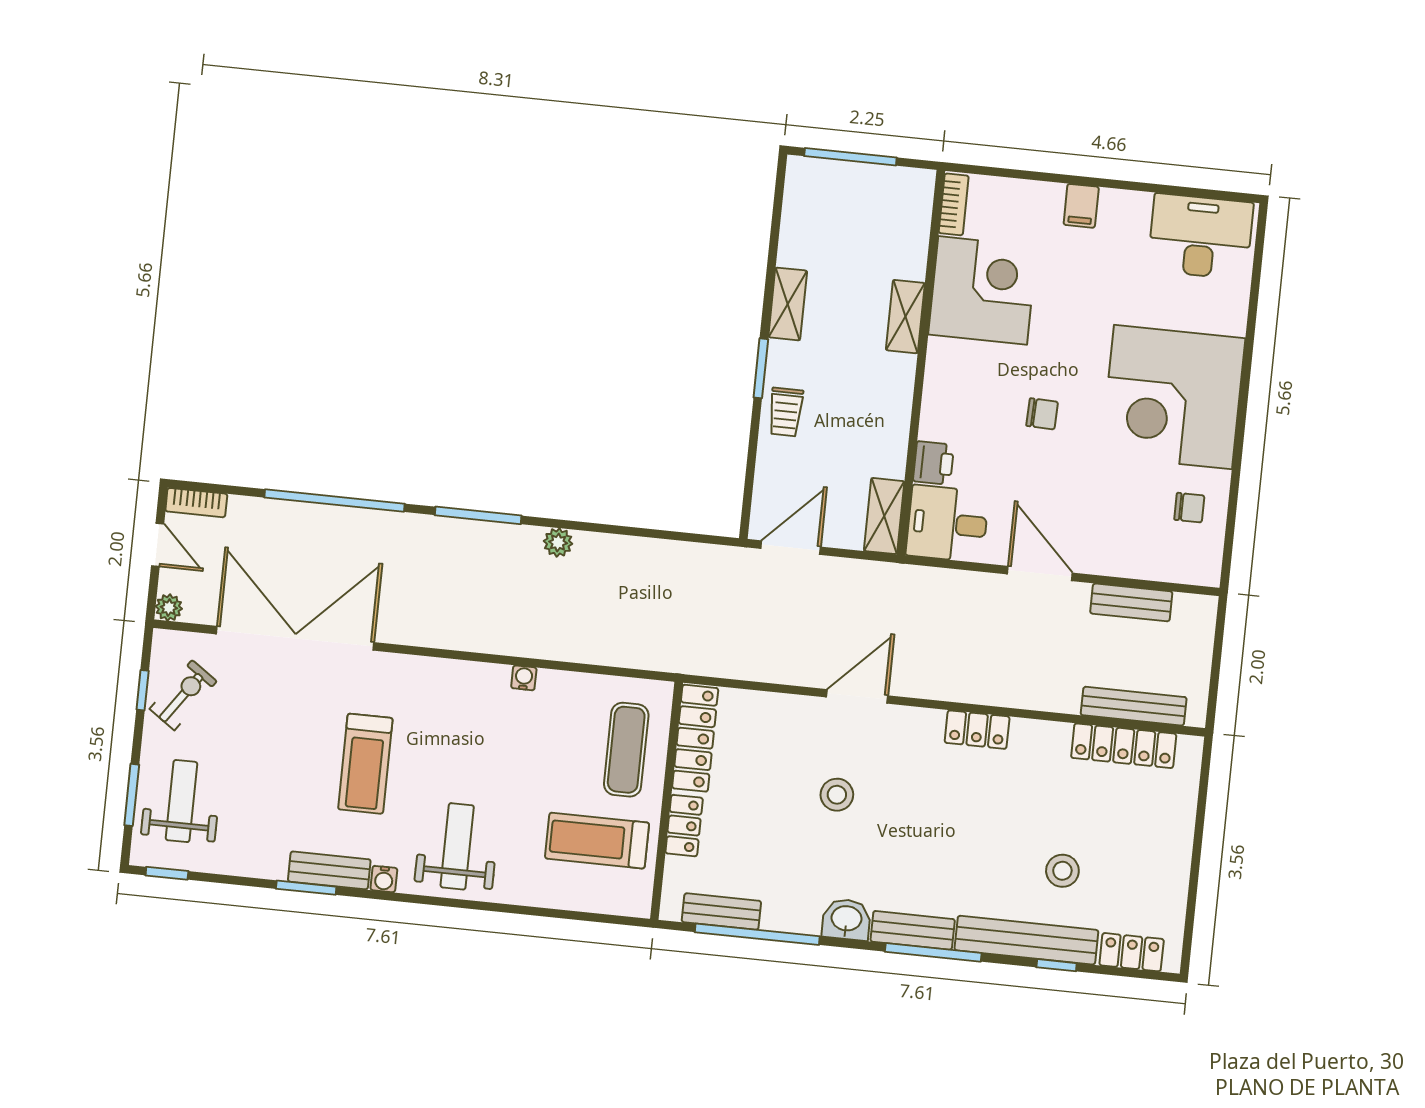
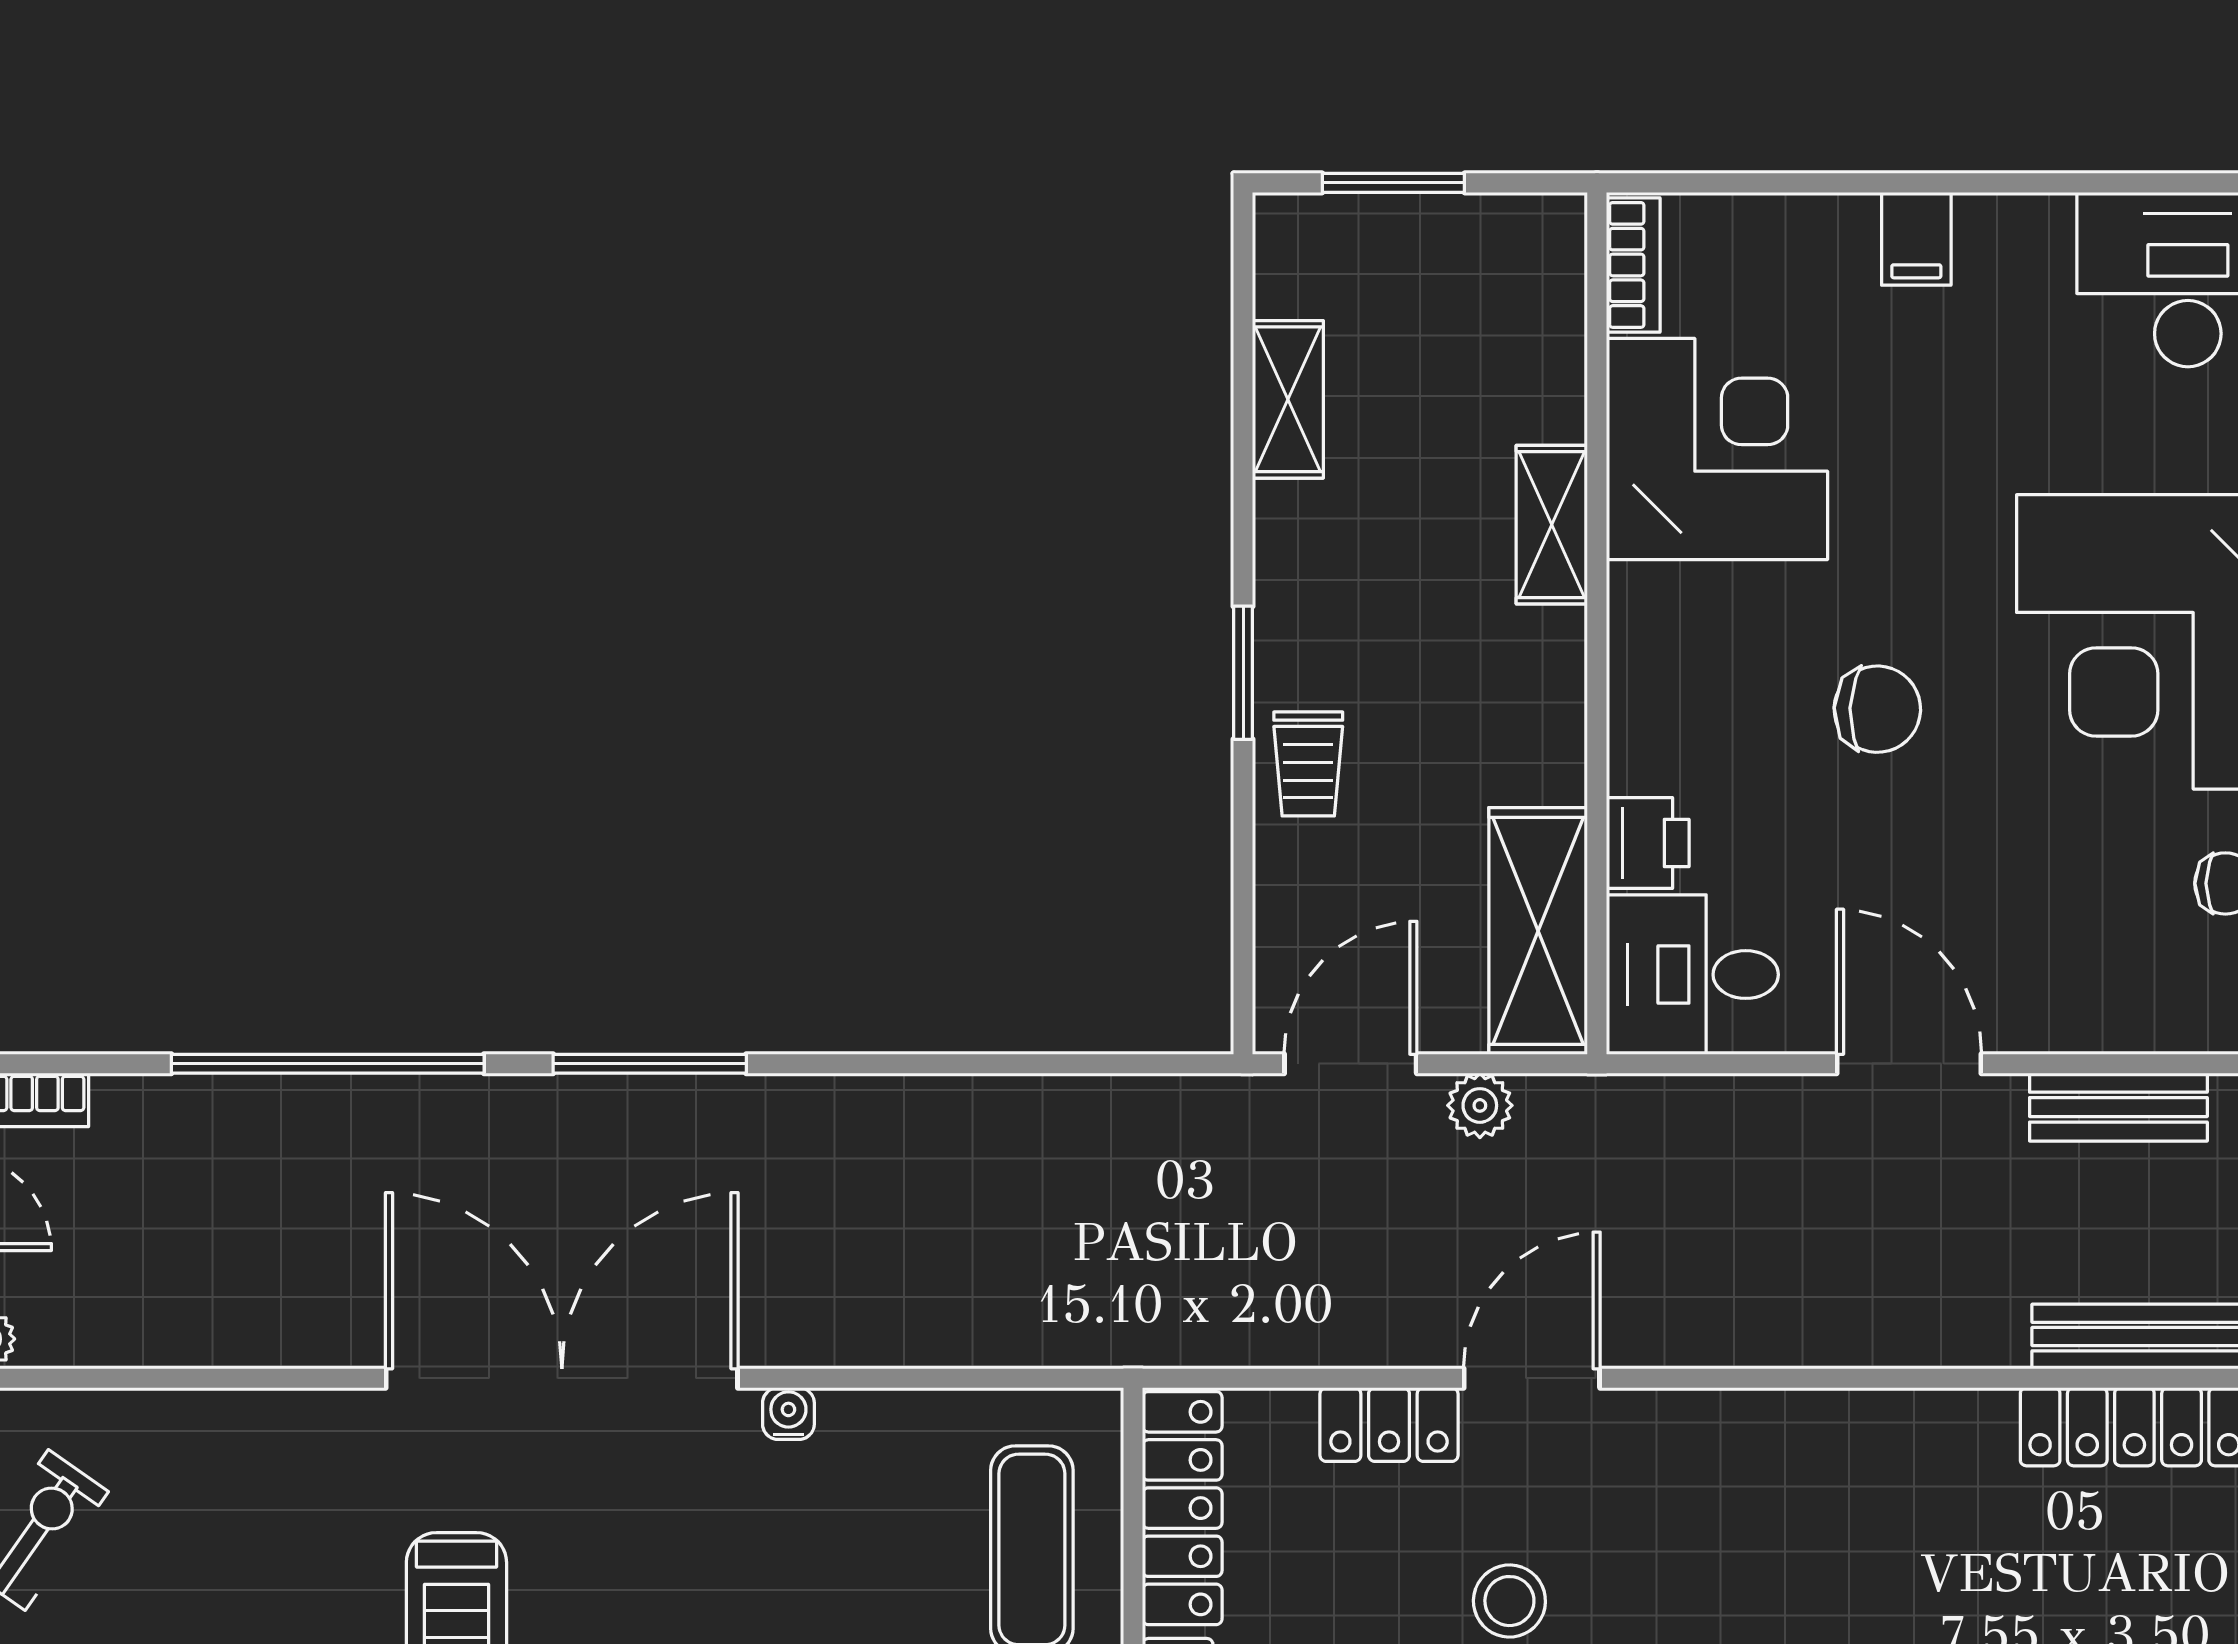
window: (850, 157) -> (1393, 183), width x0.69
shelving: (788, 304) -> (1288, 399), moved
chair: (1042, 414) -> (1877, 709), width x1.37, depth x1.37
shelving: (884, 516) -> (1538, 931), width x1.50, depth x1.33
plant: (558, 542) -> (1480, 1105), moved
double door: (295, 638) -> (562, 1378), moved
locker: (977, 730) -> (1389, 1425), moved

